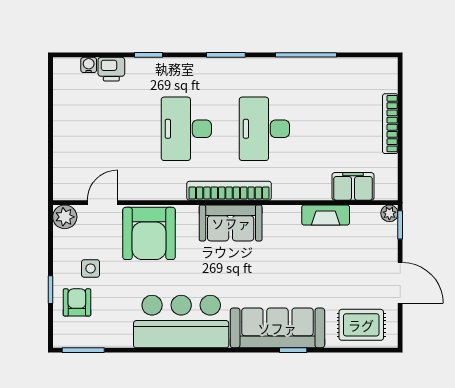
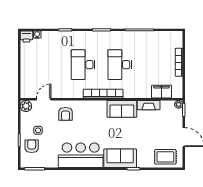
printer: (111, 69) -> (26, 37), moved
sofa: (231, 223) -> (122, 109), moved
armchair: (149, 233) -> (66, 114), width x0.53, depth x0.53
sofa: (277, 328) -> (120, 158), width x0.73

